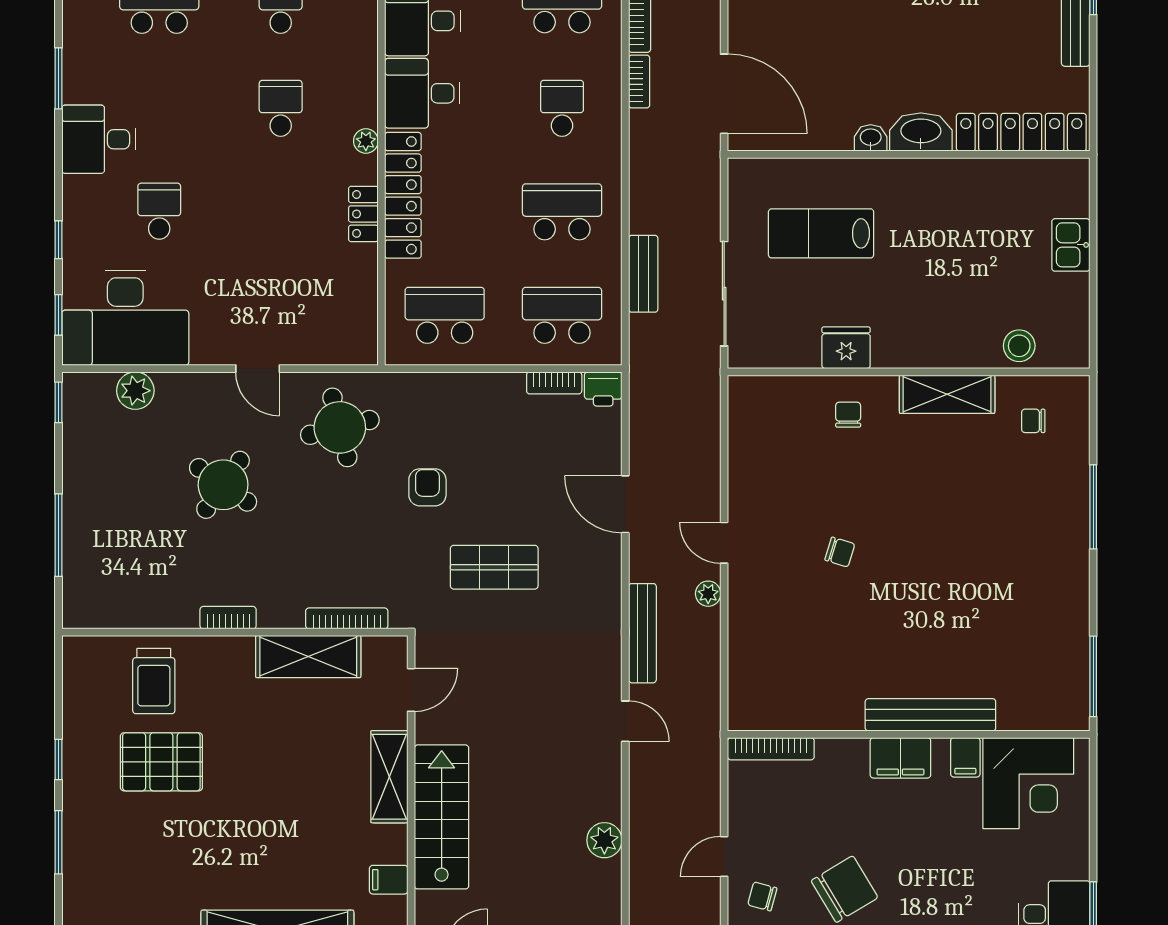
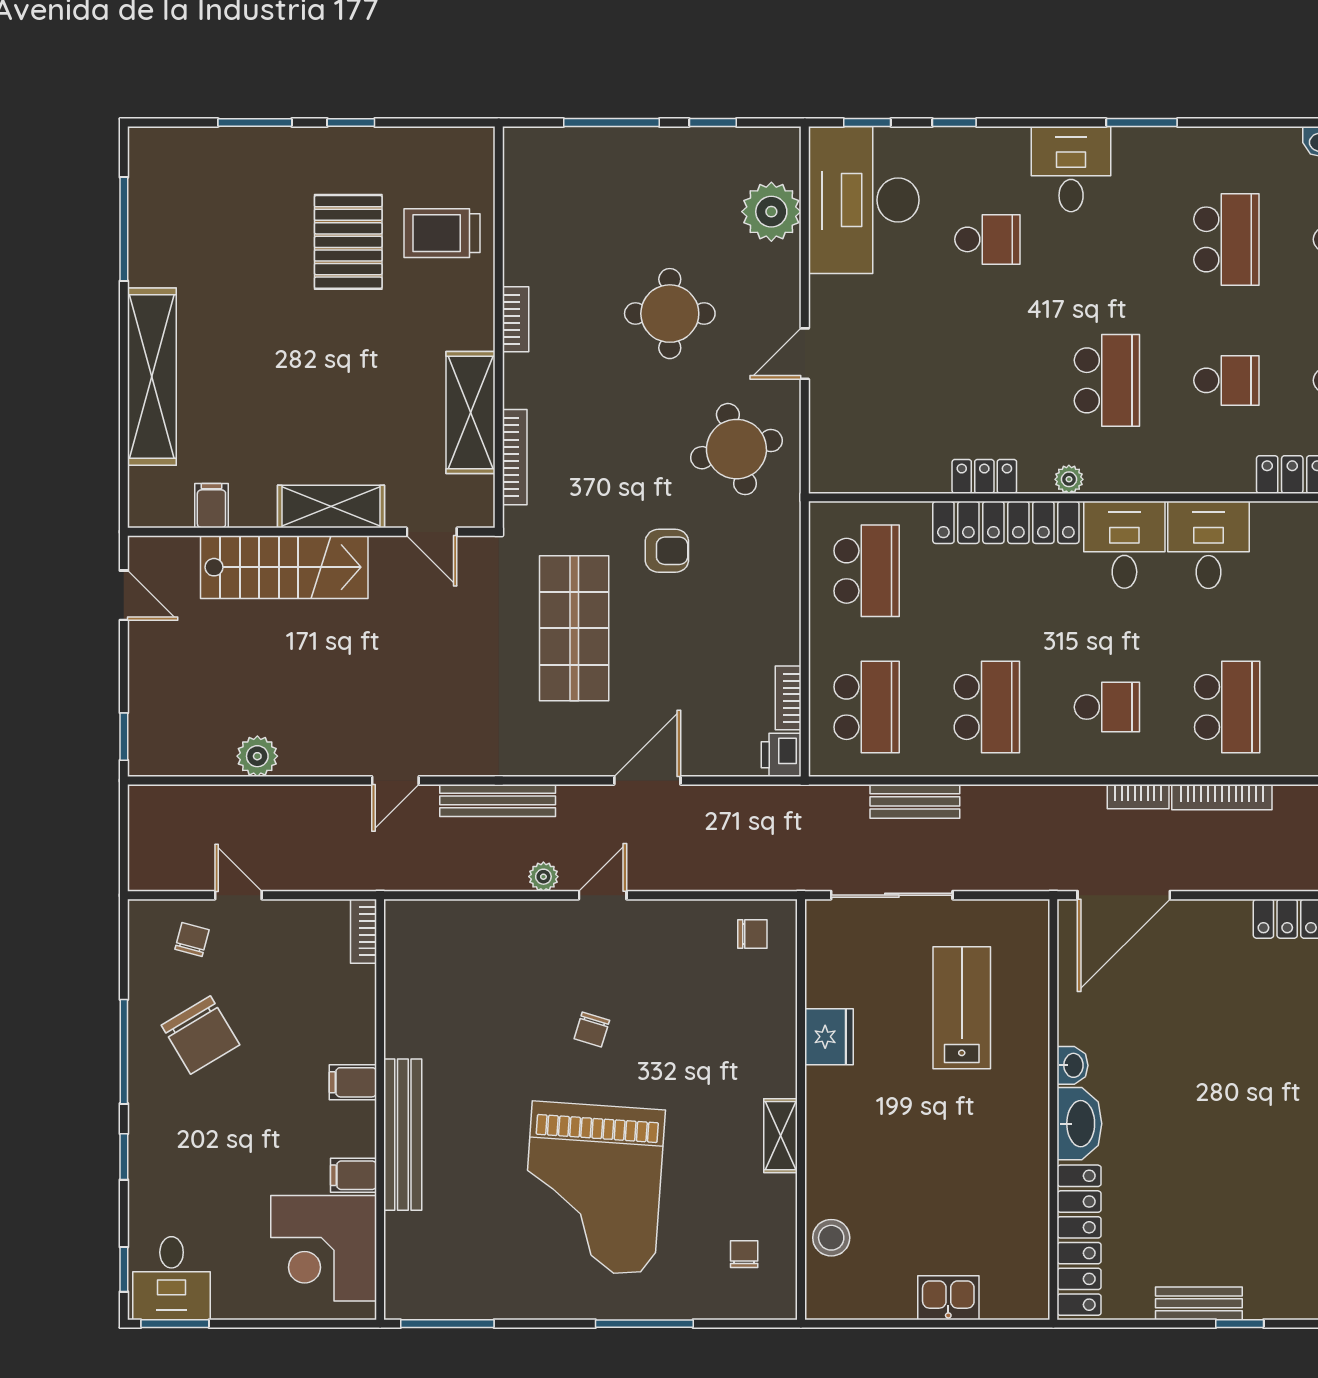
school desk: (281, 108) -> (1107, 380), width x1.85
plant: (135, 391) -> (771, 212), width x1.36, depth x1.36
shelving: (947, 394) -> (780, 1136), width x0.67, depth x0.75
window: (58, 402) -> (713, 122), moved
chair: (848, 415) -> (752, 934), moved
round table: (223, 485) -> (670, 314), turned -35
grand piano: (977, 551) -> (593, 1188), added
shop shelf: (494, 567) -> (574, 628), width x1.43, depth x1.36
bookcase: (771, 749) -> (363, 931), width x0.64
filing cabinet: (900, 758) -> (353, 1082), width x0.50

